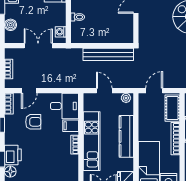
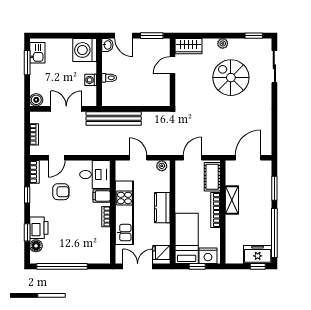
boiler: (11, 25) -> (36, 100), moved
washing machine: (61, 32) -> (91, 80), moved
bench: (108, 54) -> (114, 118), moved
kitchen counter: (126, 136) -> (162, 208), width x0.67

